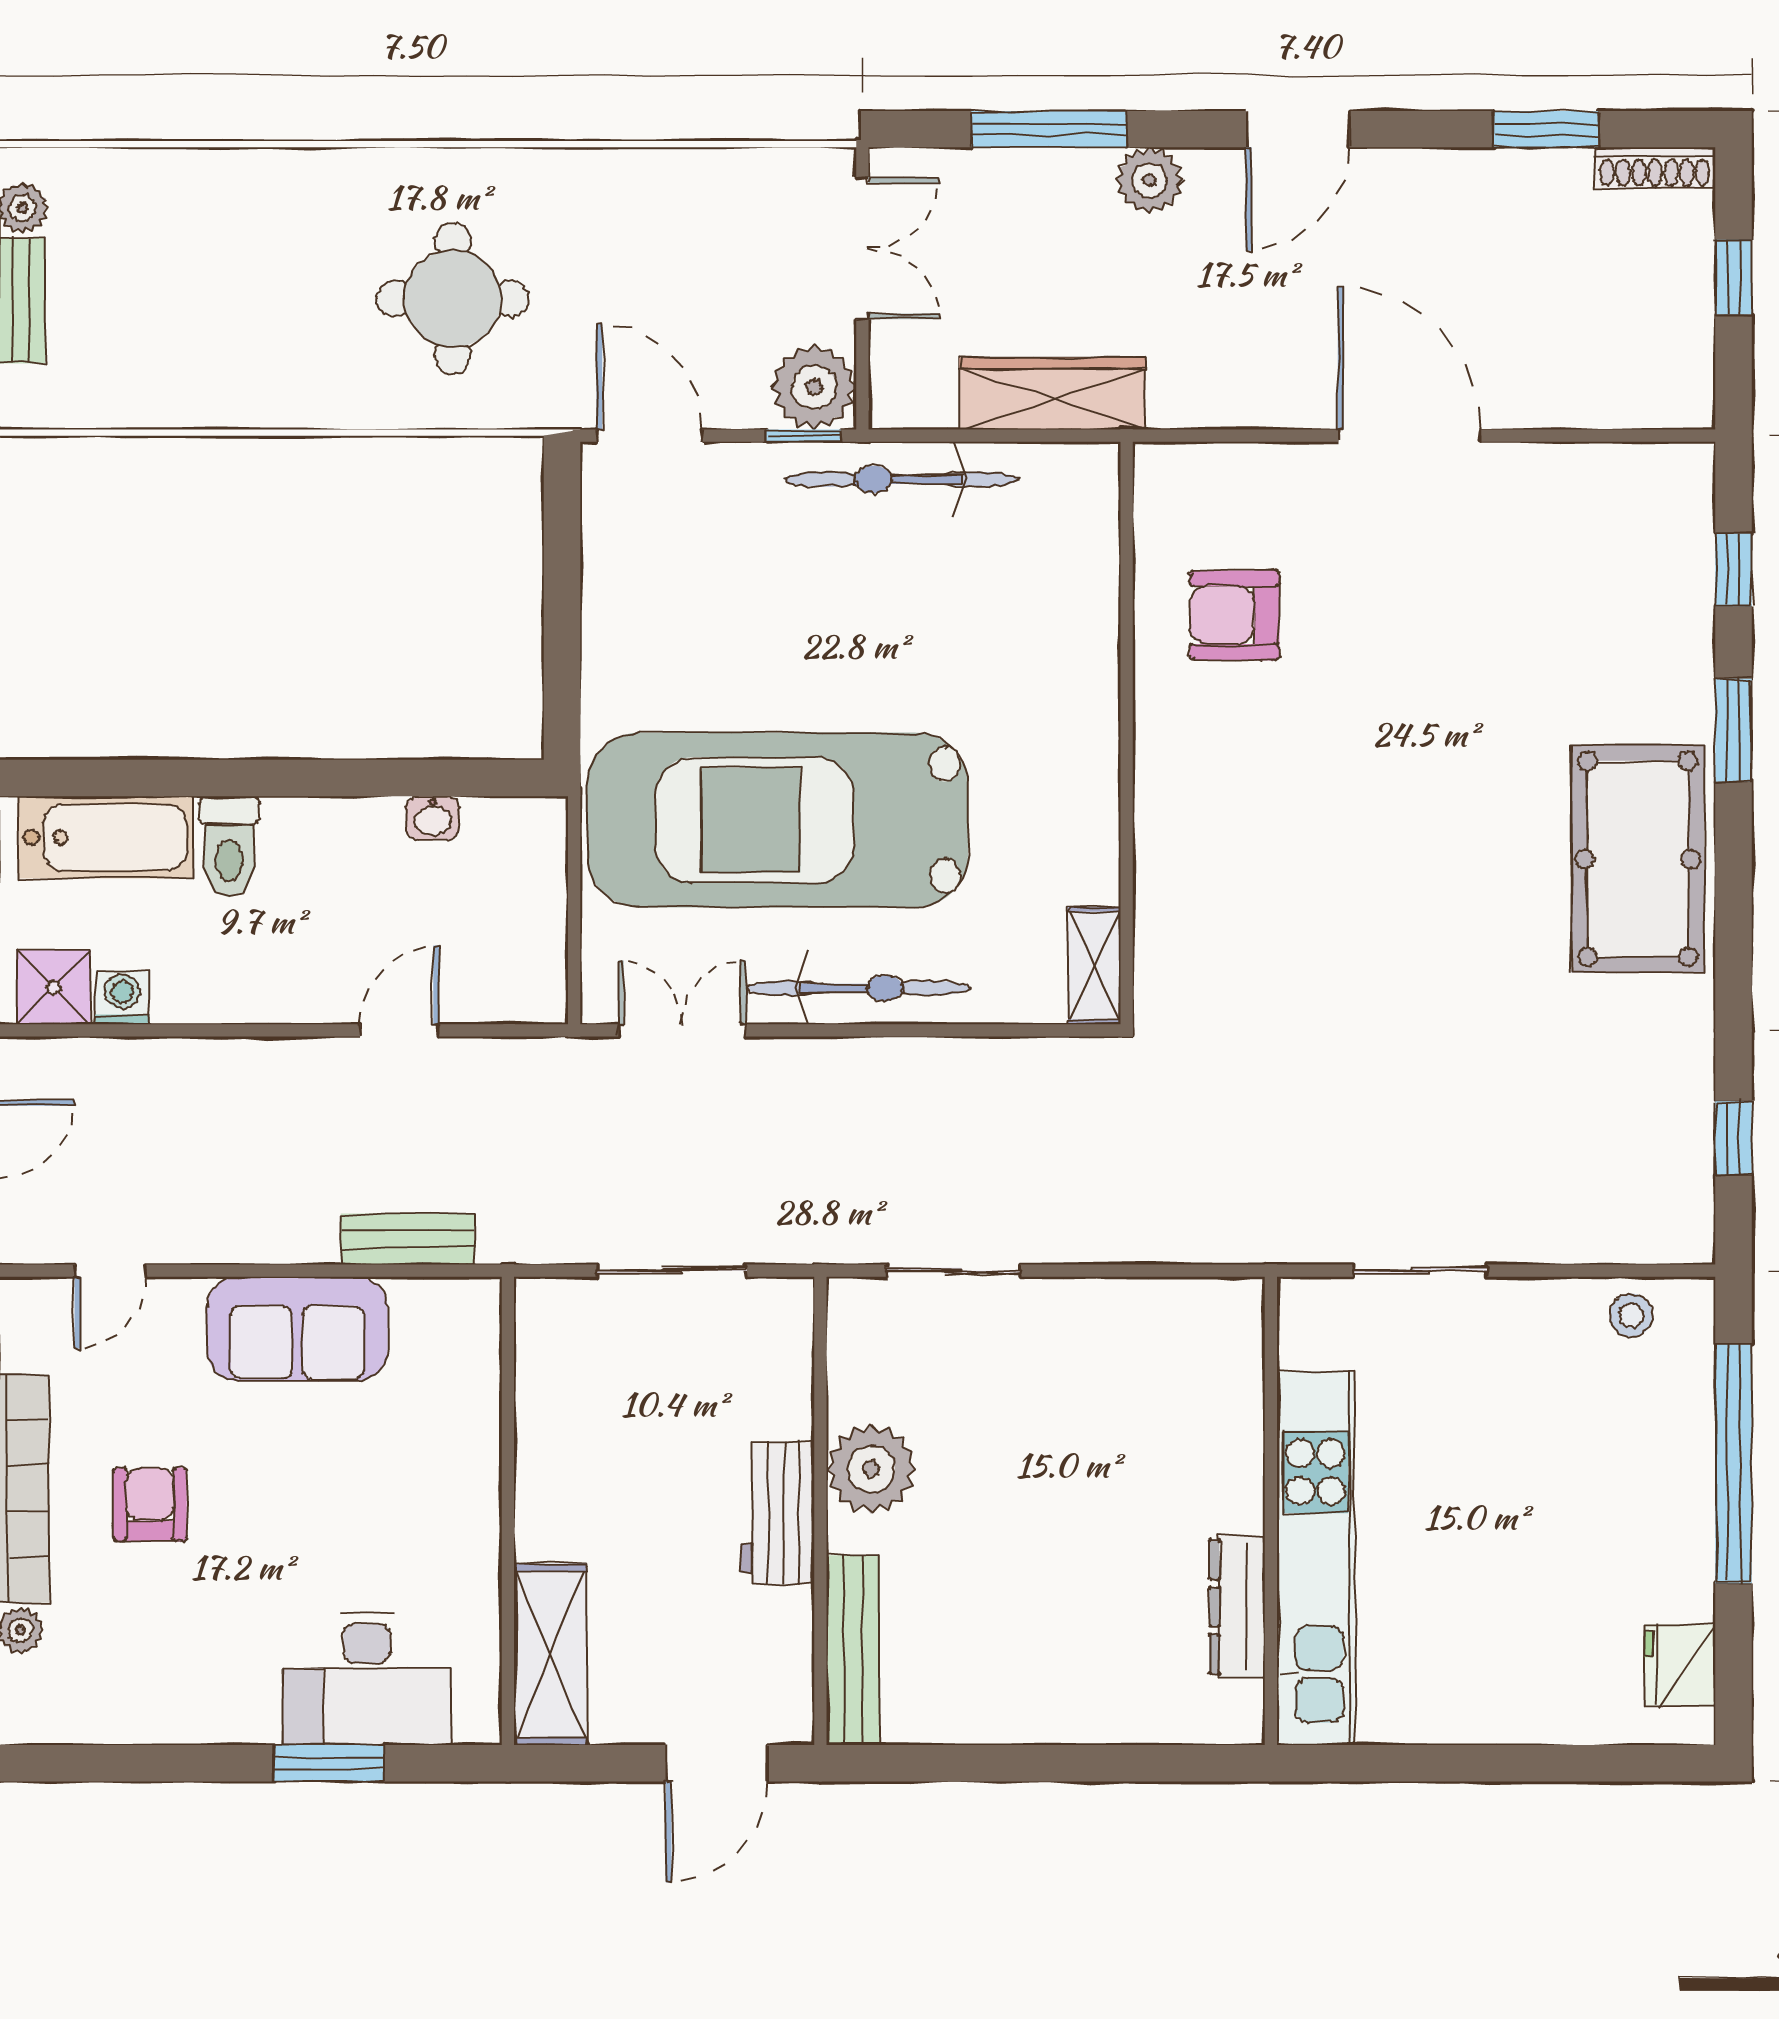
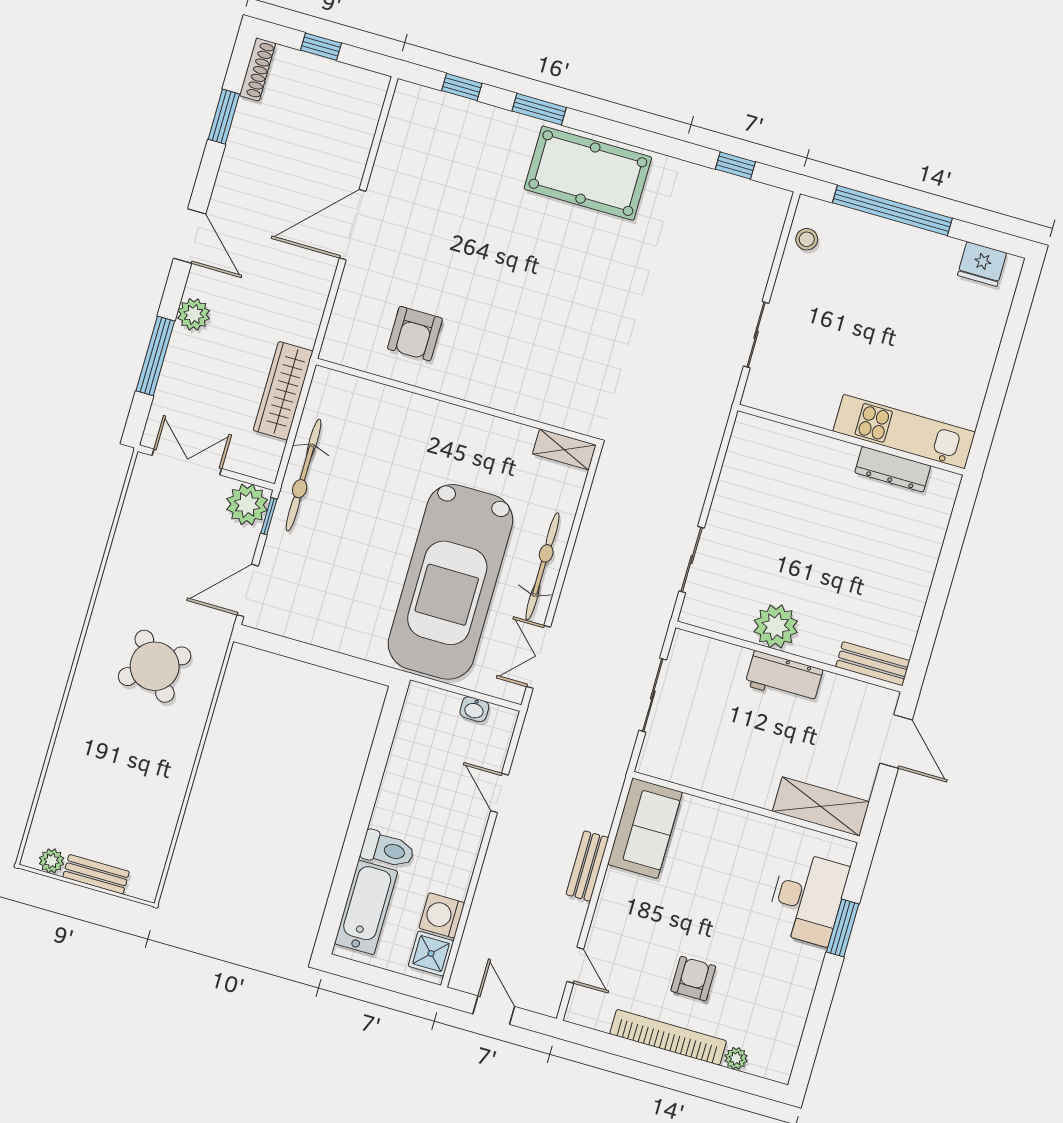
round table: (453, 299) -> (155, 666), turned -37
washbasin: (433, 818) -> (474, 709), moved, turned 90
washing machine: (122, 997) -> (442, 915), width x1.38, depth x1.38
bench: (408, 1239) -> (587, 866), moved
sofa: (297, 1329) -> (645, 828), moved
armchair: (150, 1504) -> (693, 979), turned 90
kitchen unit: (1316, 1558) -> (904, 432), width x0.73
bench: (853, 1650) -> (873, 664), width x0.73

